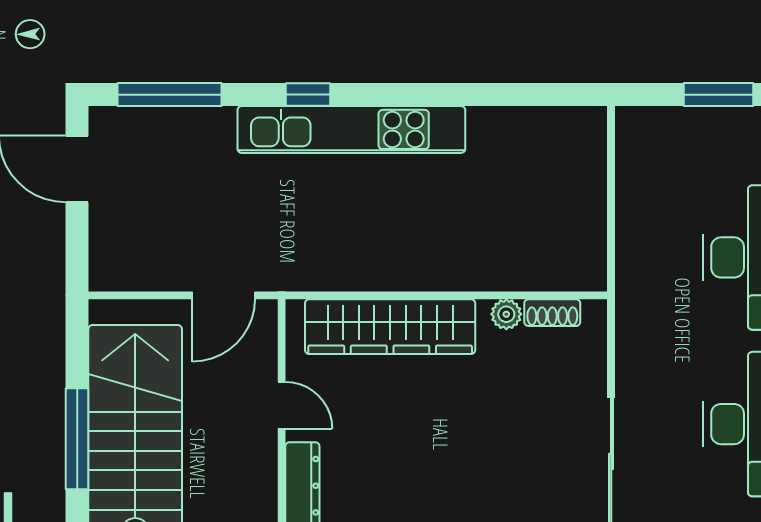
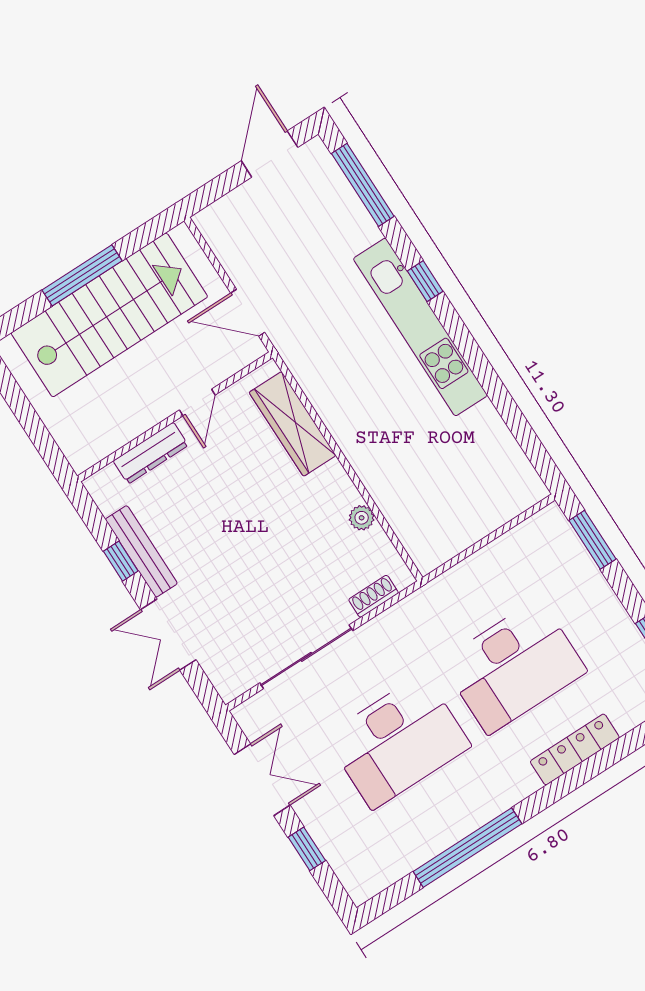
window: (718, 95) -> (592, 540), moved
shoe rack: (552, 313) -> (374, 596), moved, turned 90
wardrobe: (390, 327) -> (293, 424), width x0.71, depth x0.85

